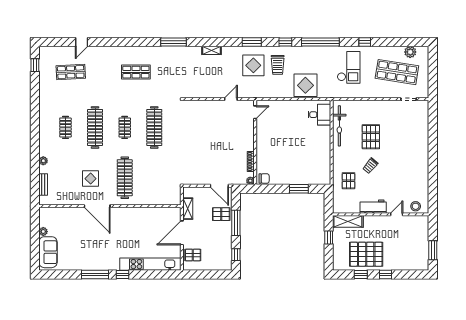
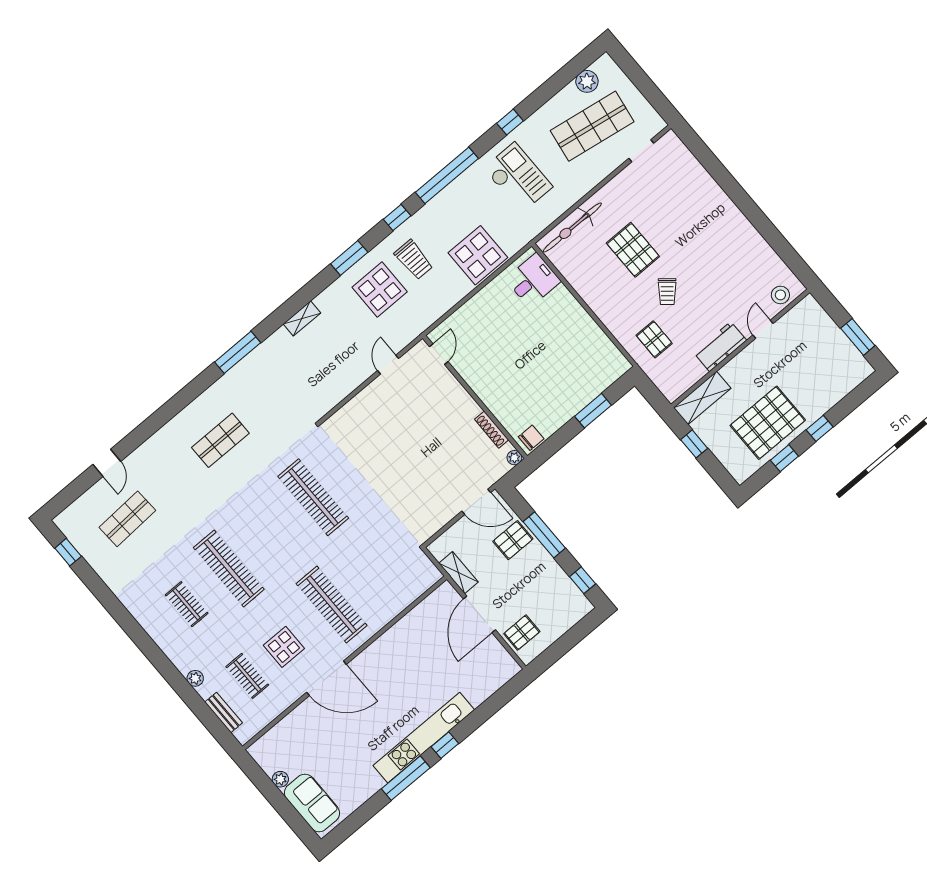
bicycle: (339, 126) -> (572, 227), moved, turned 90
clothes rail: (125, 127) -> (247, 676), moved
kitchen unit: (150, 264) -> (424, 738), moved

